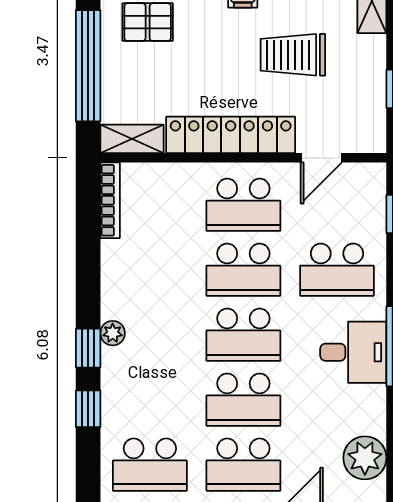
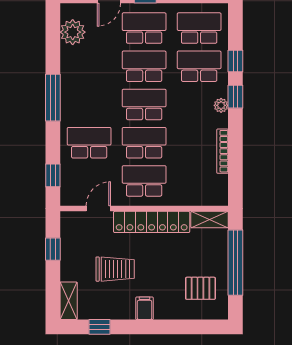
bookcase: (110, 200) -> (223, 151), moved
desk: (353, 352) -> (79, 94), removed
school desk: (150, 400) -> (199, 66), added

